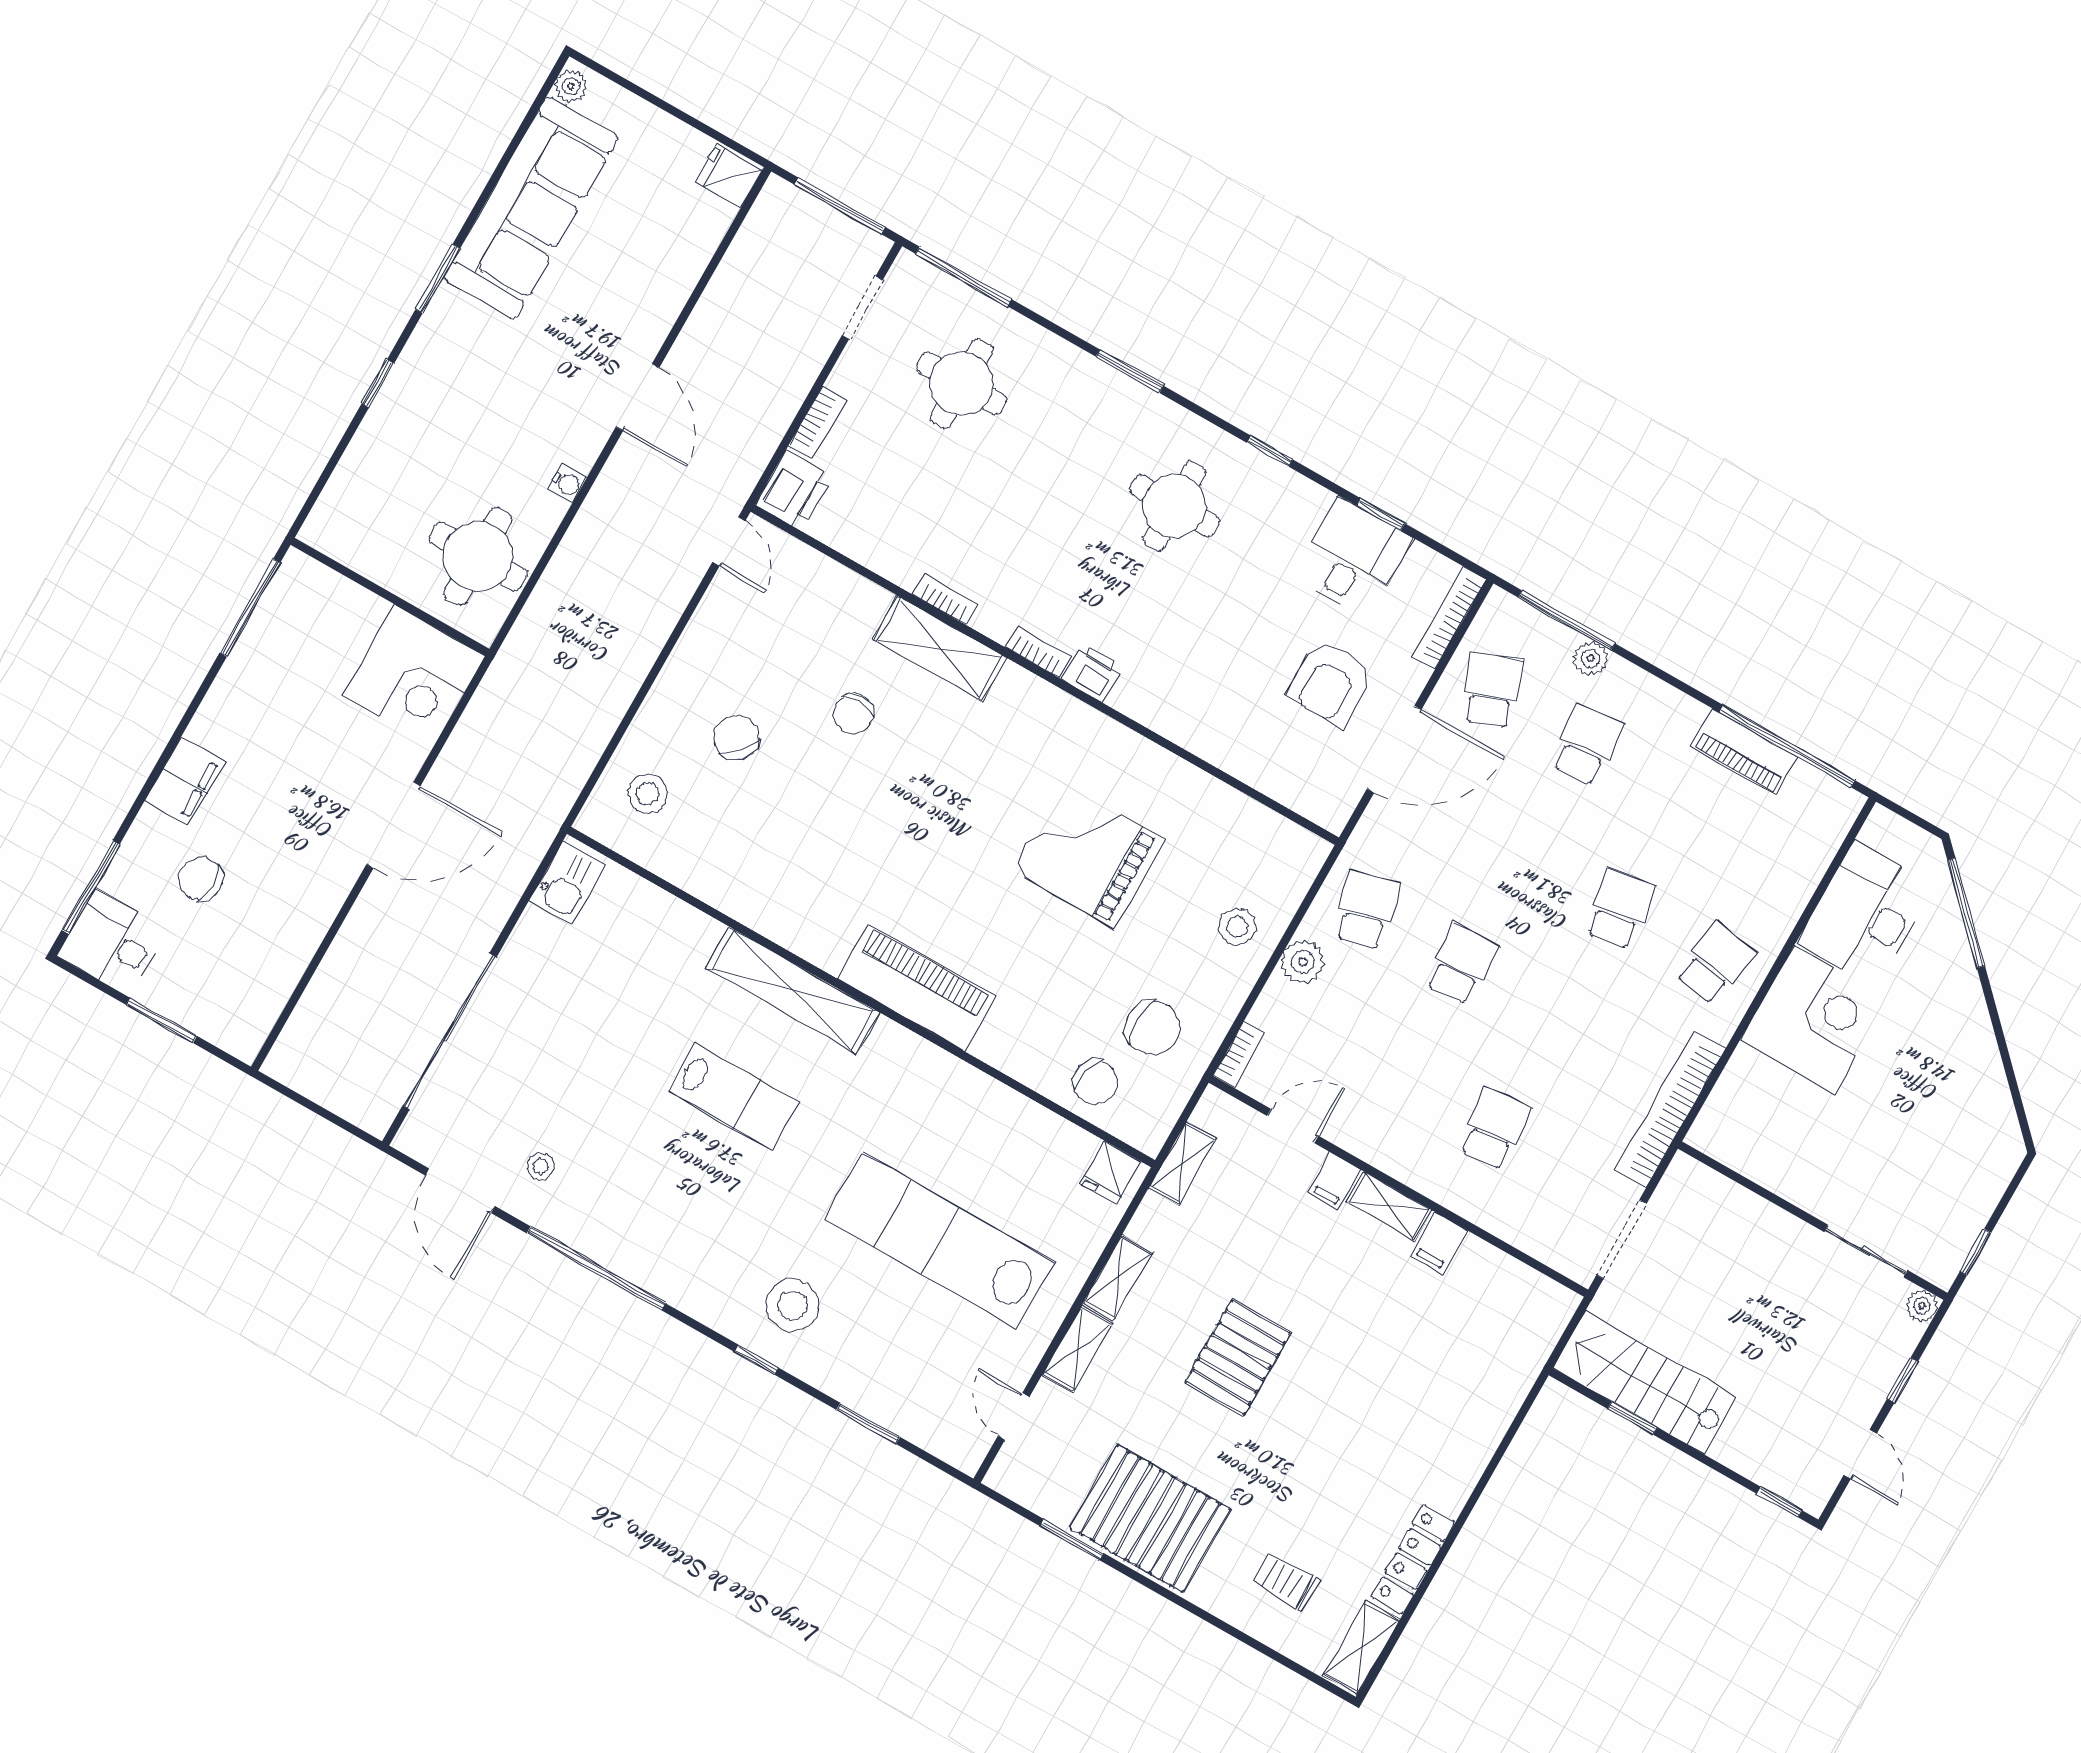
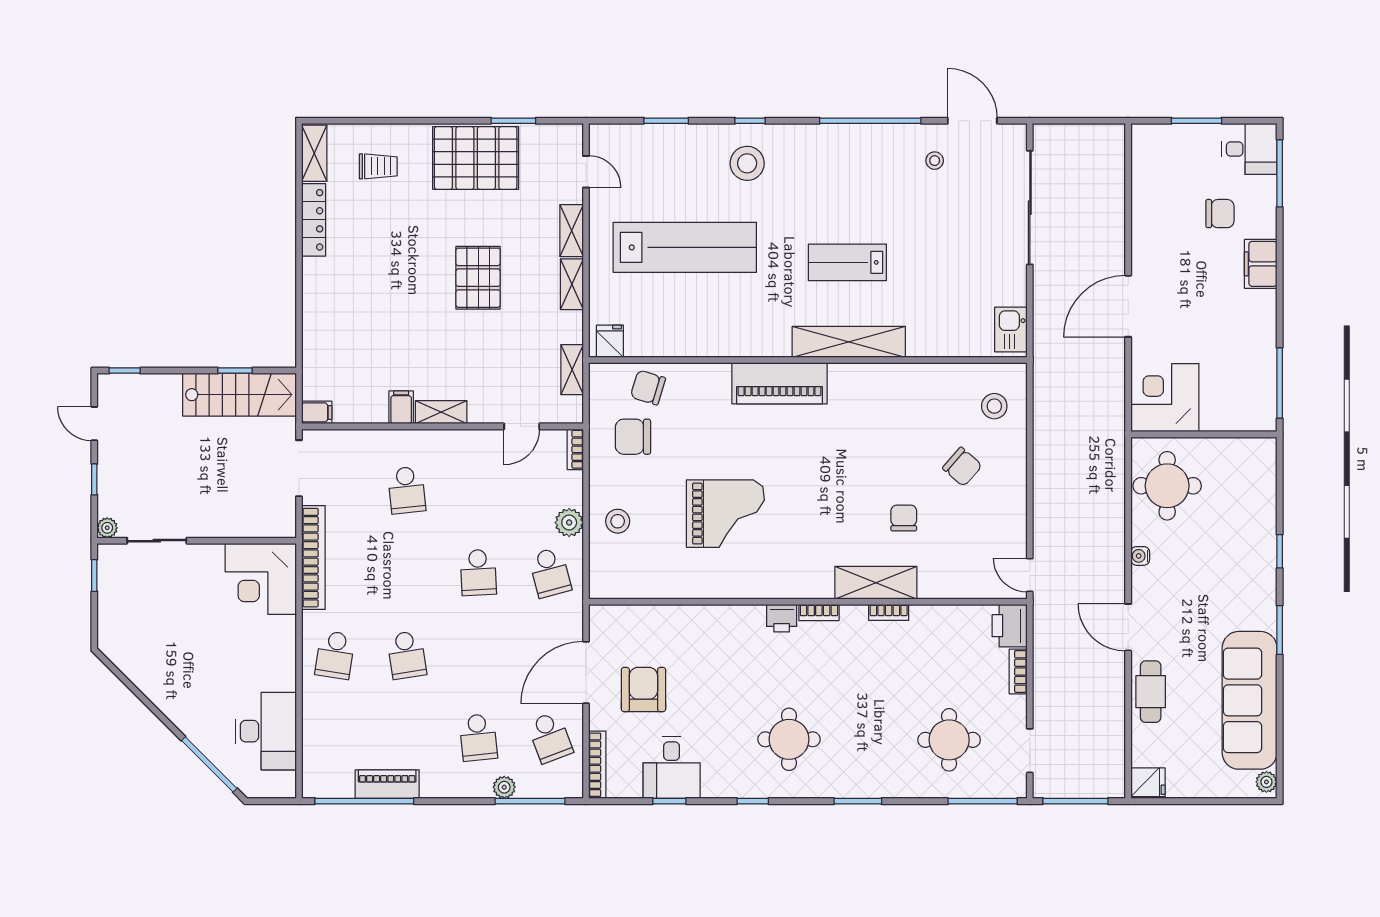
cafe table: (656, 295) -> (1151, 692), added
corner desk: (1814, 1020) -> (261, 579), moved
filing cabinet: (1334, 1181) -> (317, 412), moved, turned 90

